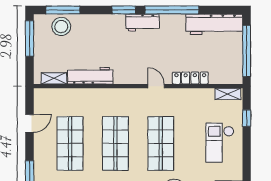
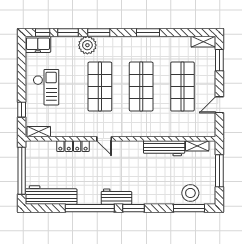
window: (30, 38) -> (219, 171), moved

